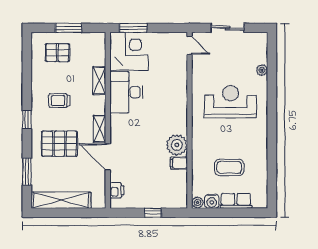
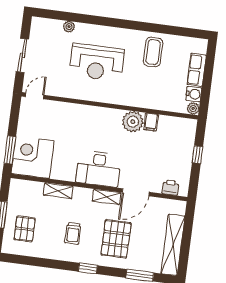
desk: (126, 92) -> (98, 169), moved
reception desk: (230, 102) -> (97, 62), turned -90
coffee table: (229, 167) -> (153, 52), moved

